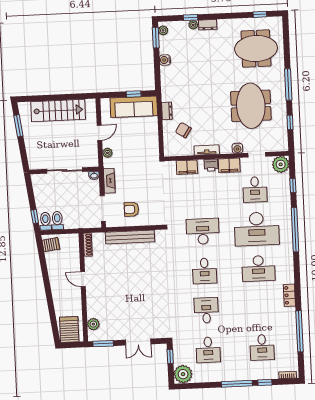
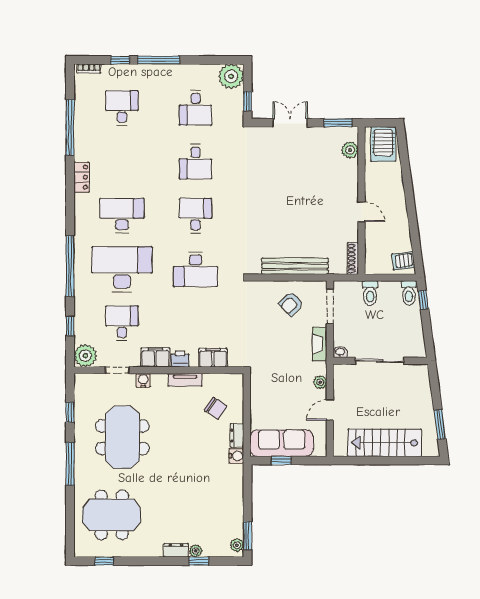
water cooler: (165, 60) -> (236, 456), moved
armchair: (131, 209) -> (291, 304), turned 136
toilet: (57, 221) -> (370, 293), moved
desk: (208, 350) -> (196, 108), turned 180

